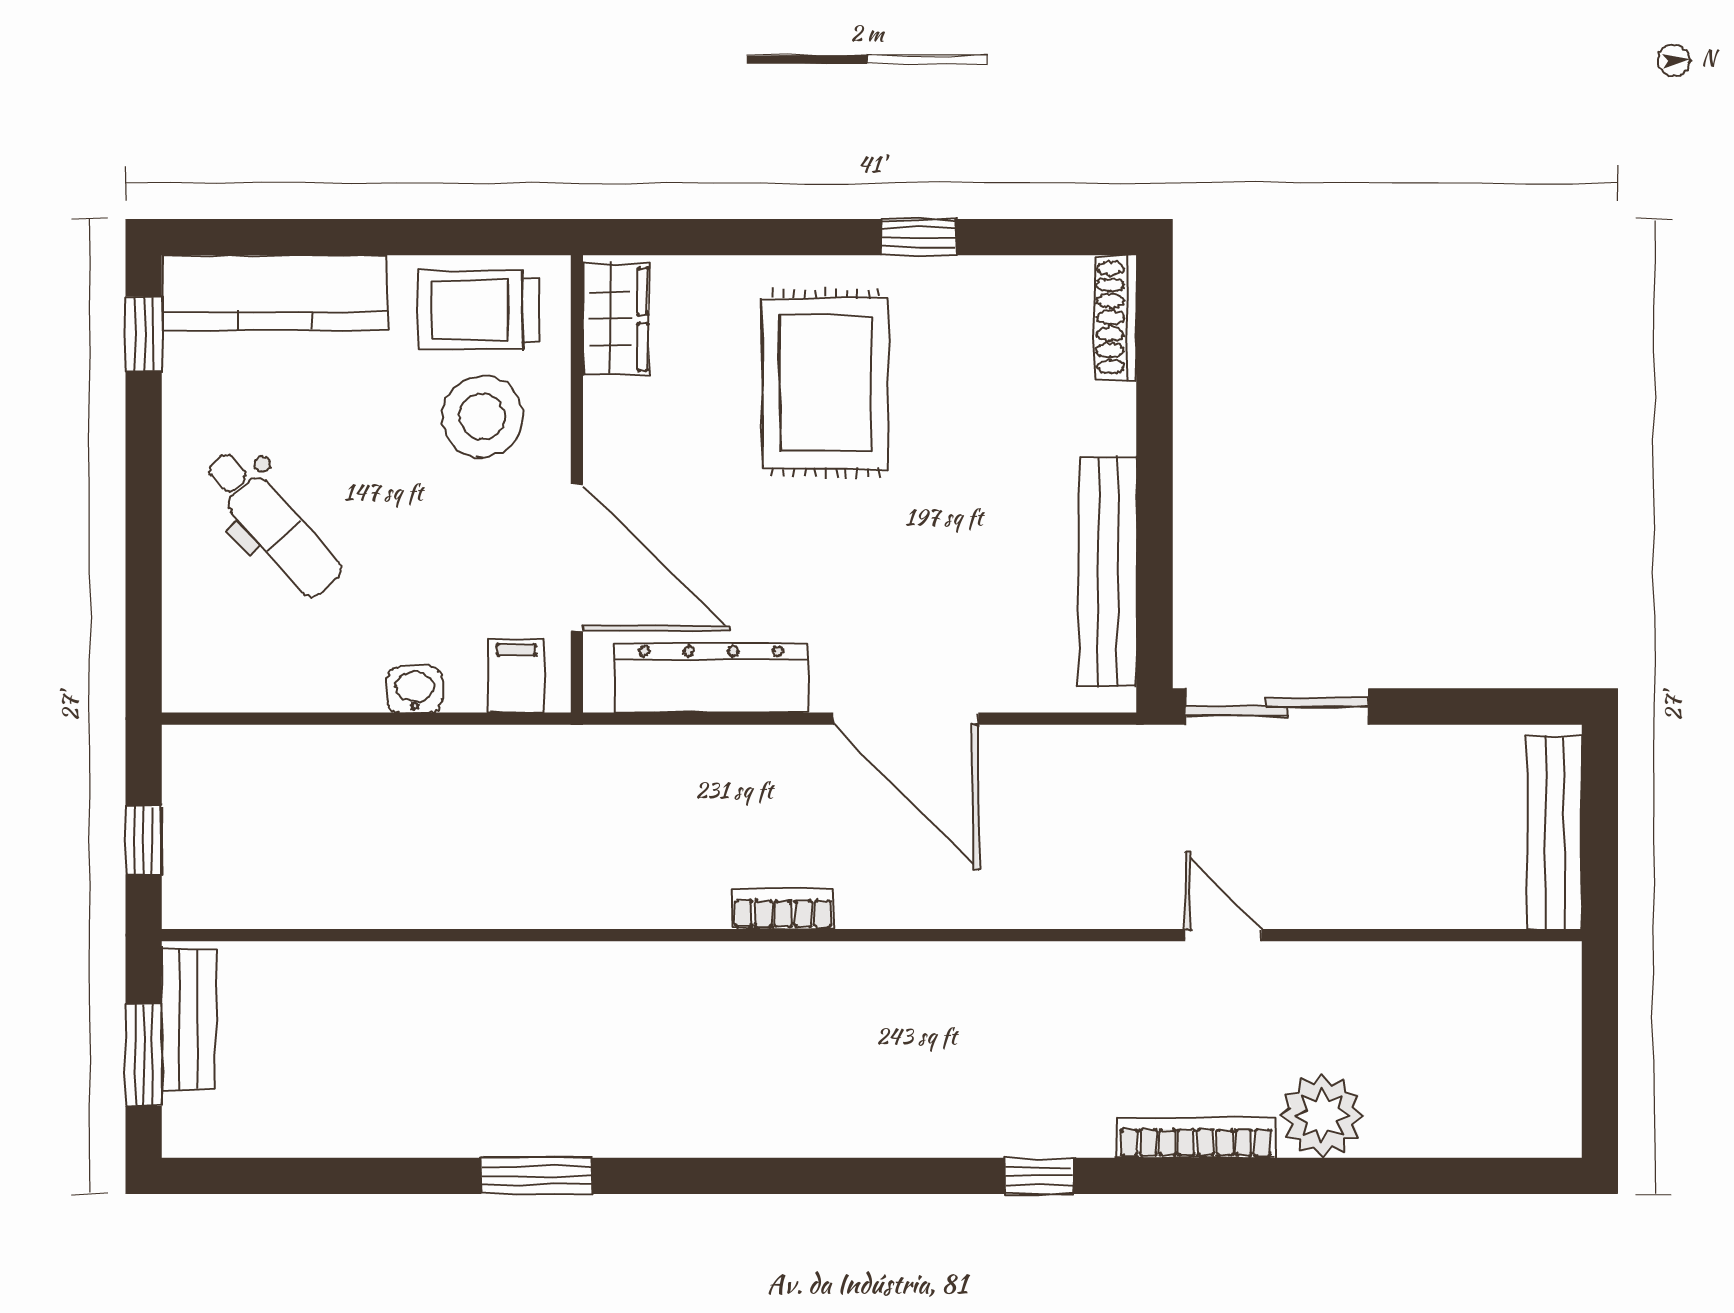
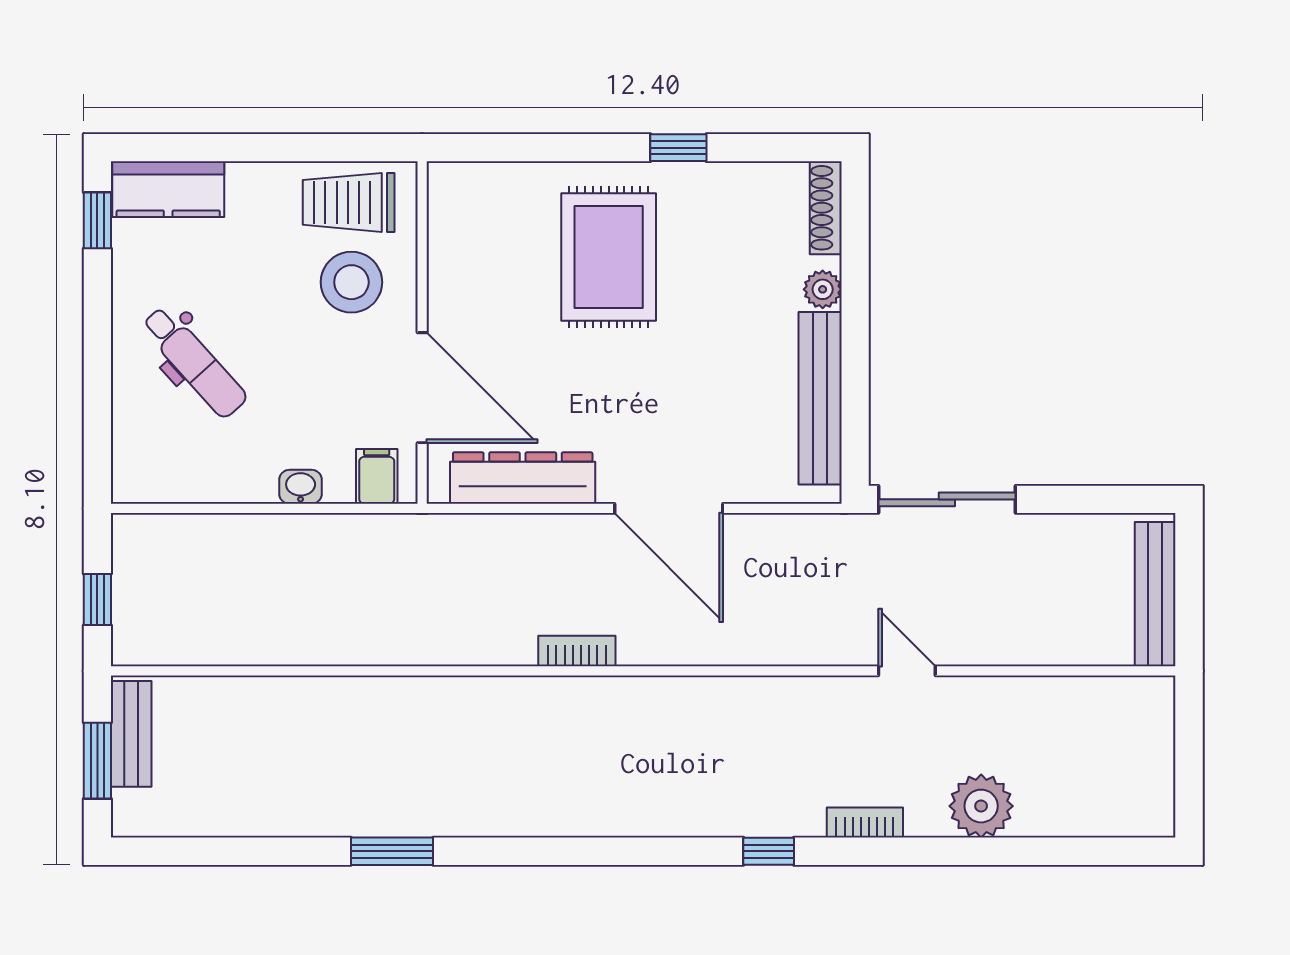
kitchen counter: (275, 293) -> (168, 189), width x0.67
wardrobe: (615, 319) -> (451, 209), removed
plant: (1111, 426) -> (823, 289), added
bookcase: (1196, 1138) -> (865, 823), width x0.64

